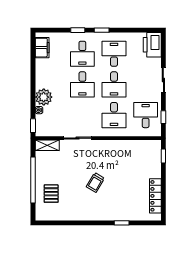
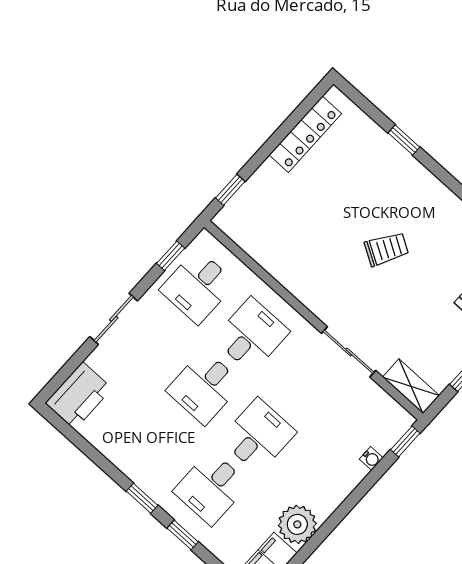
desk: (82, 54) -> (211, 488), turned 180
desk: (114, 54) -> (157, 439), removed
desk: (114, 84) -> (204, 387), turned 180
plant: (44, 97) -> (297, 524), moved

